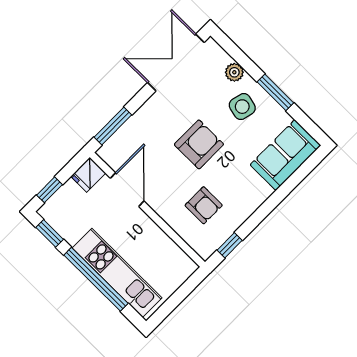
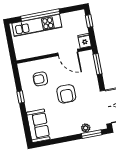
window: (275, 92) -> (92, 134), moved
side table: (242, 107) -> (70, 122), removed
window: (50, 233) -> (71, 9), removed
window: (230, 245) -> (21, 97), moved

